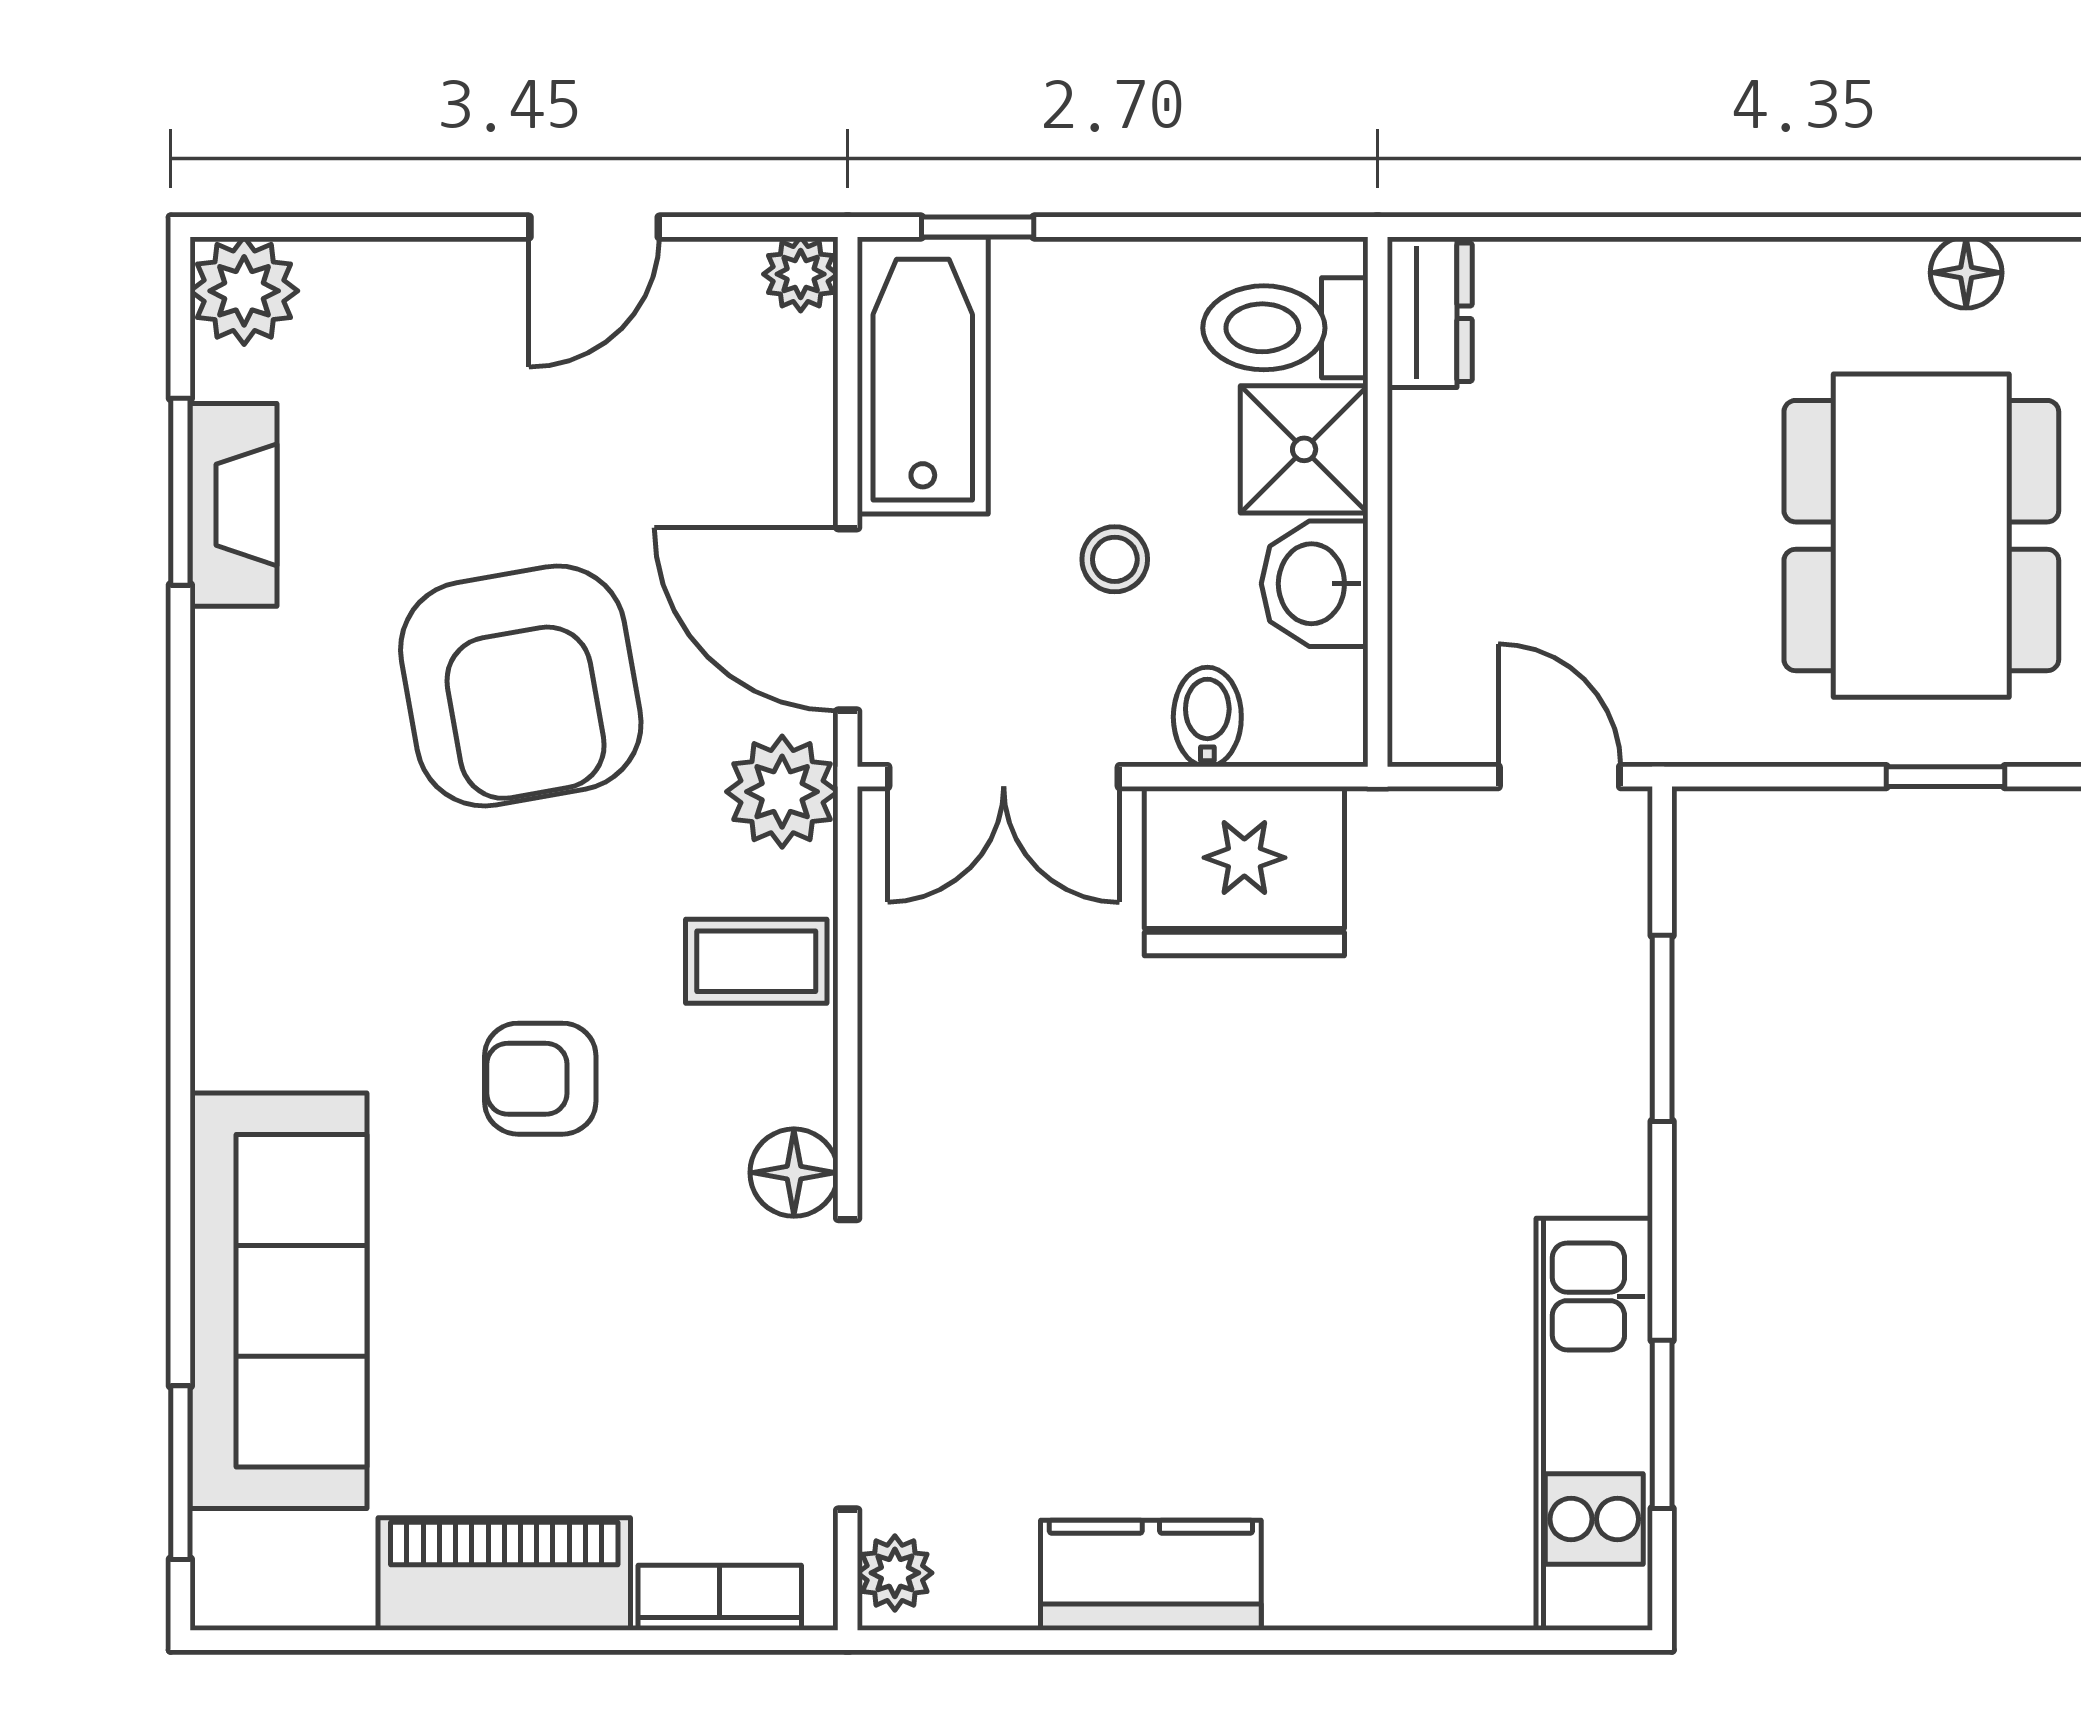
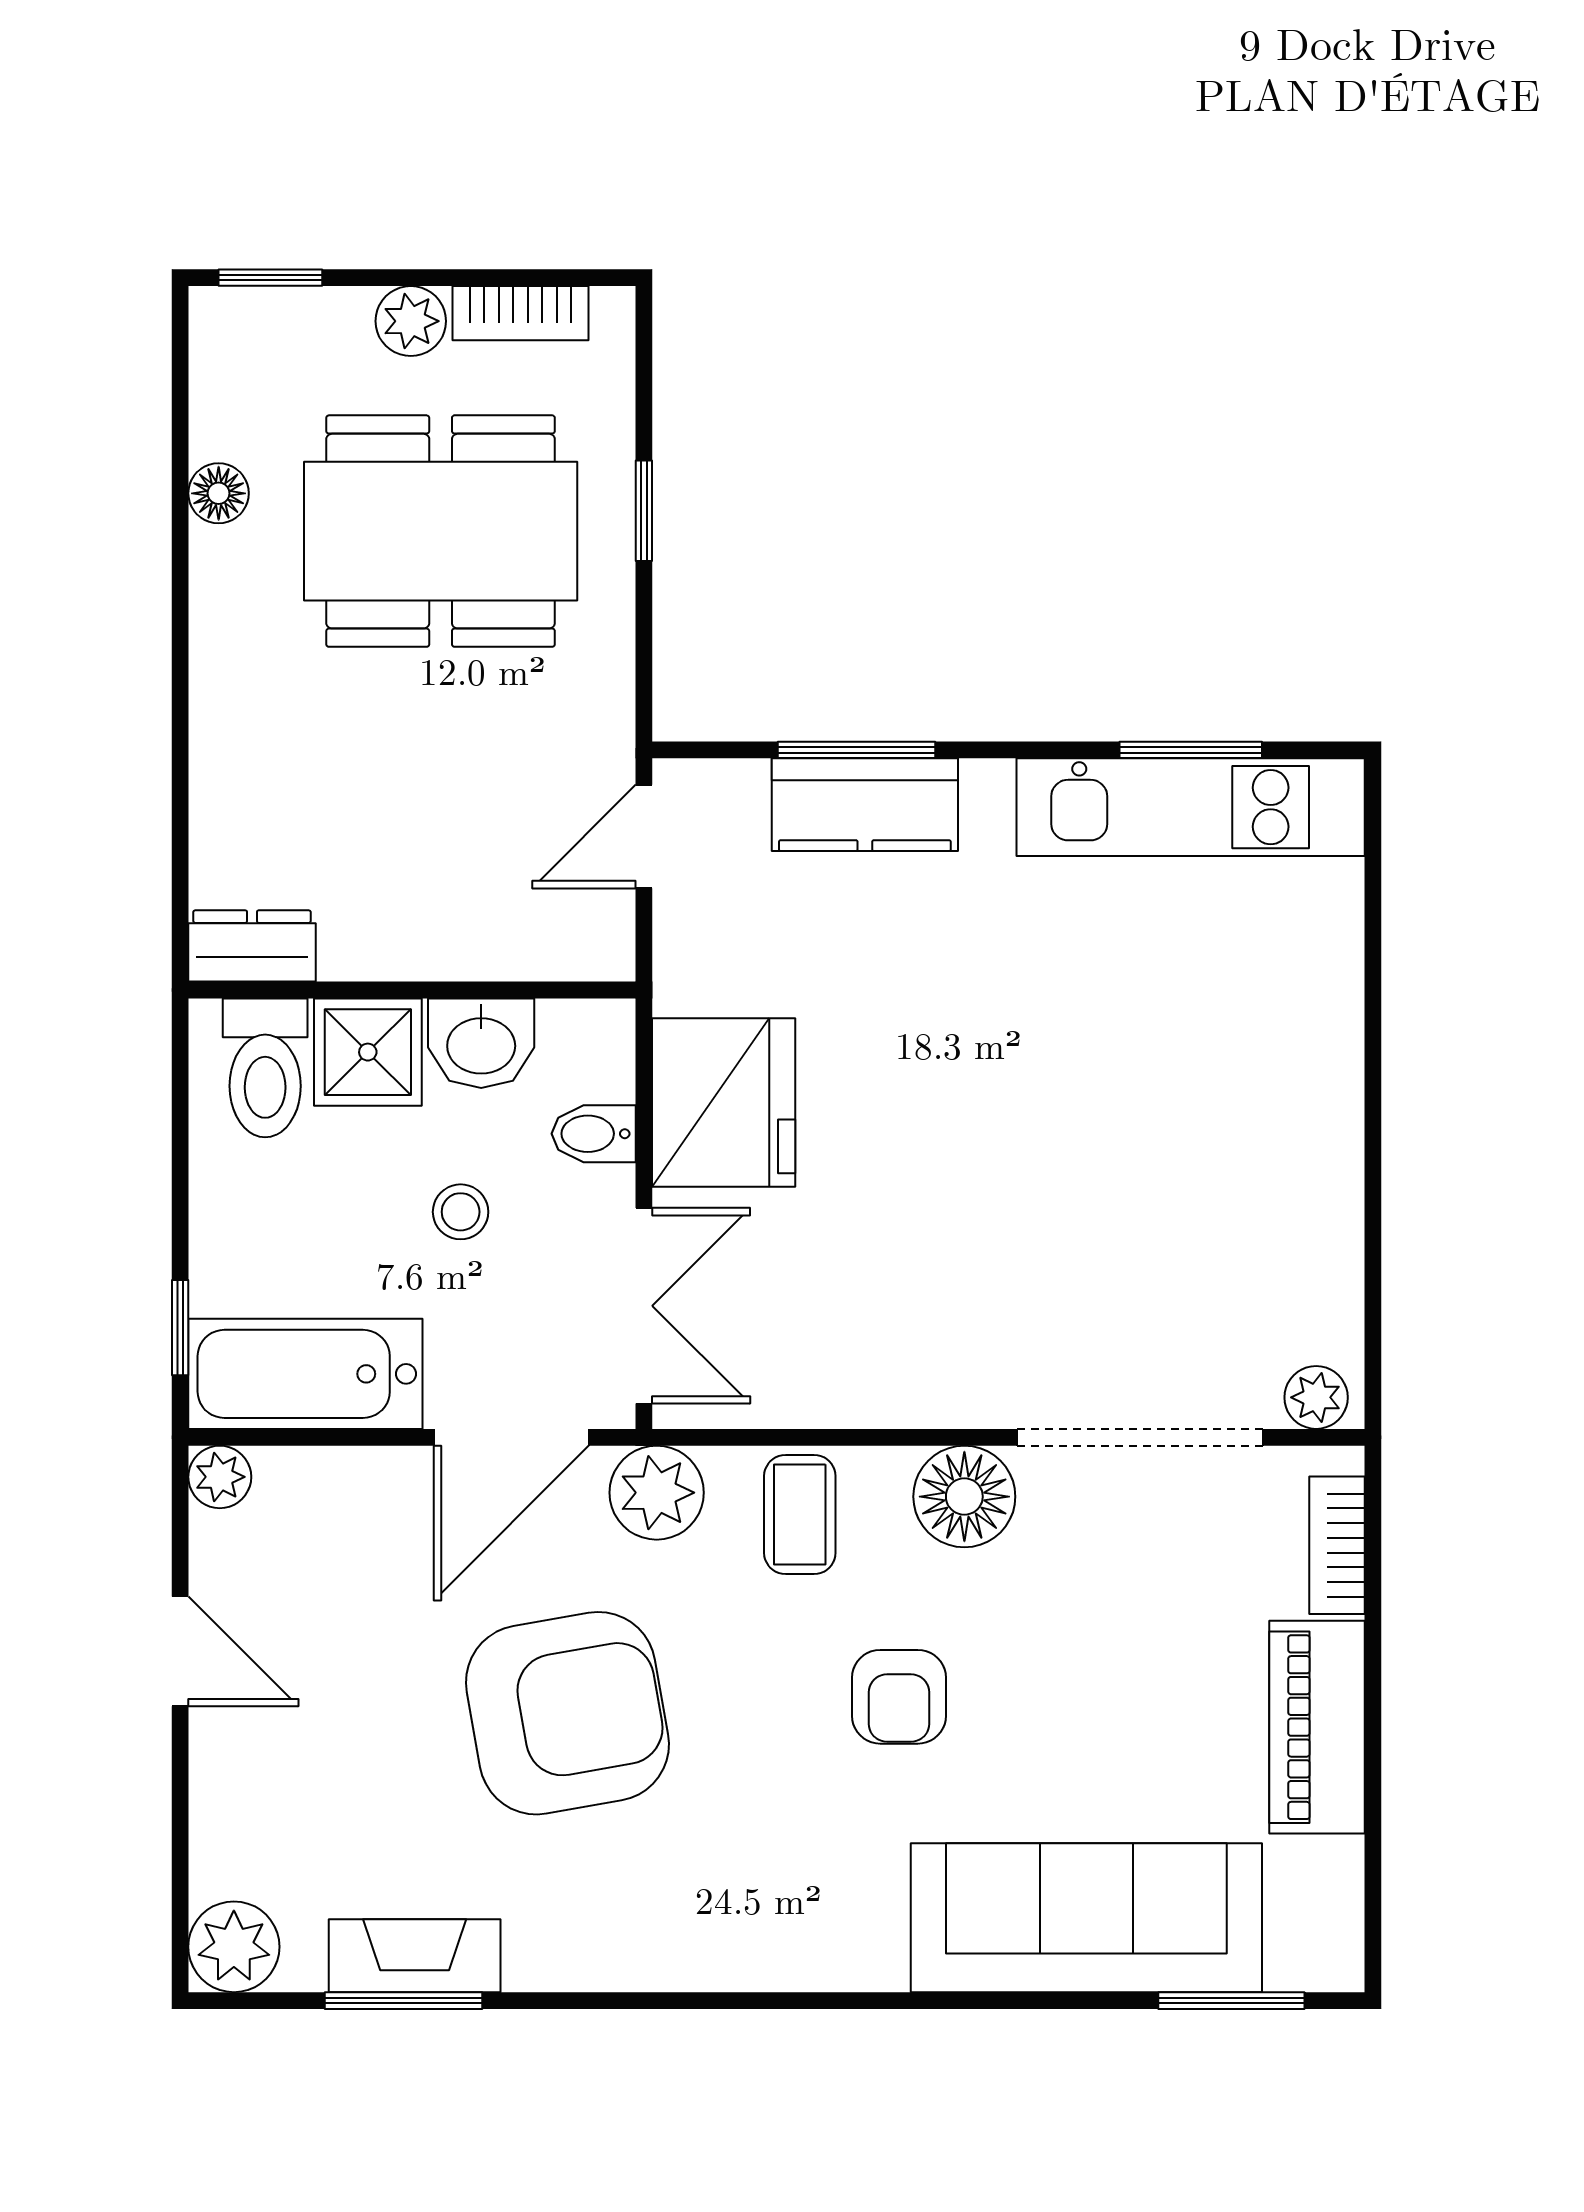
floor lamp: (794, 1173) -> (964, 1497), width x1.38, depth x1.38
kitchen counter: (1151, 1575) -> (865, 805), moved, turned -90

